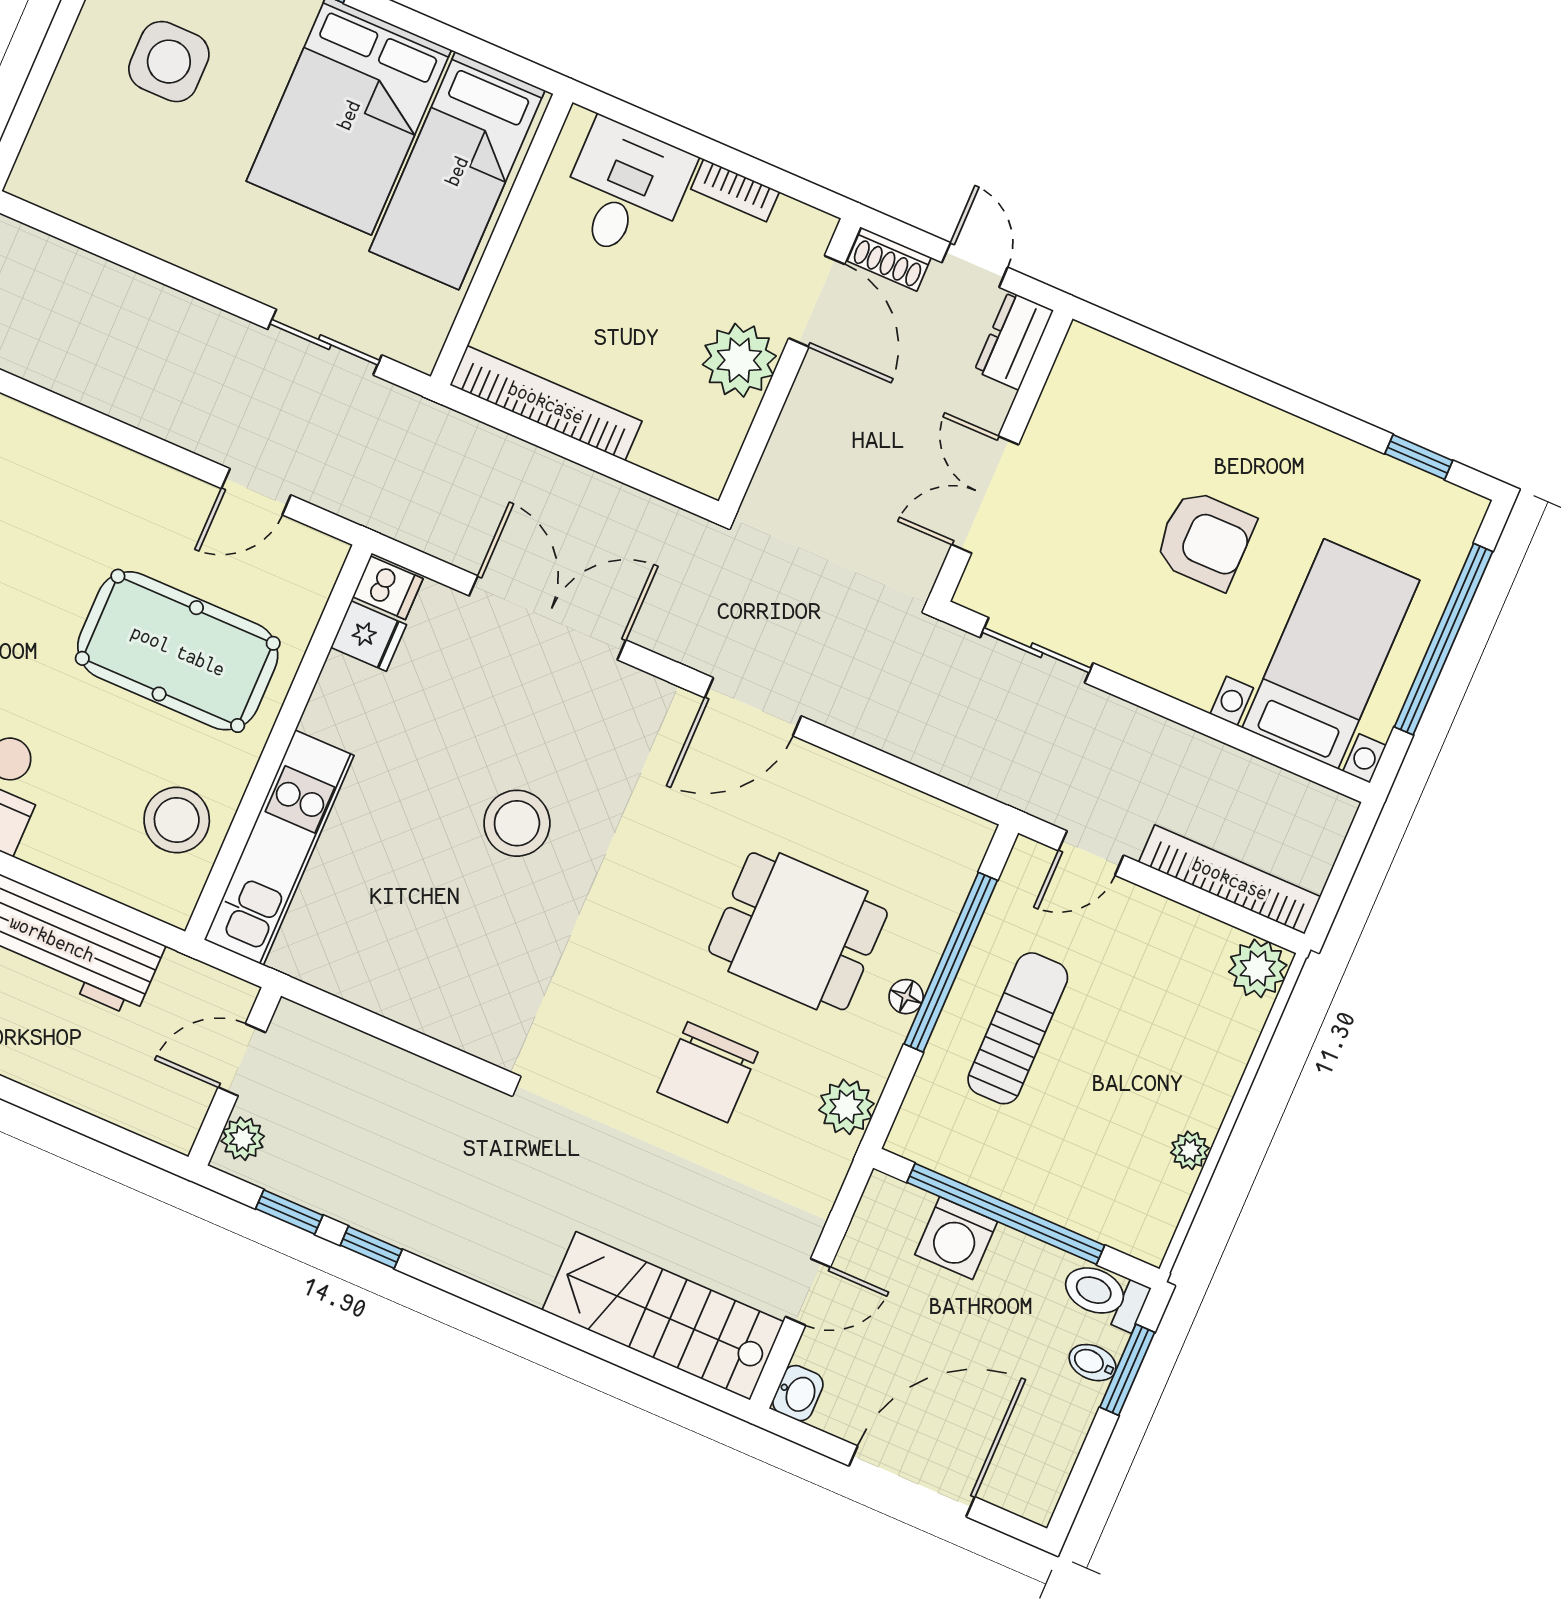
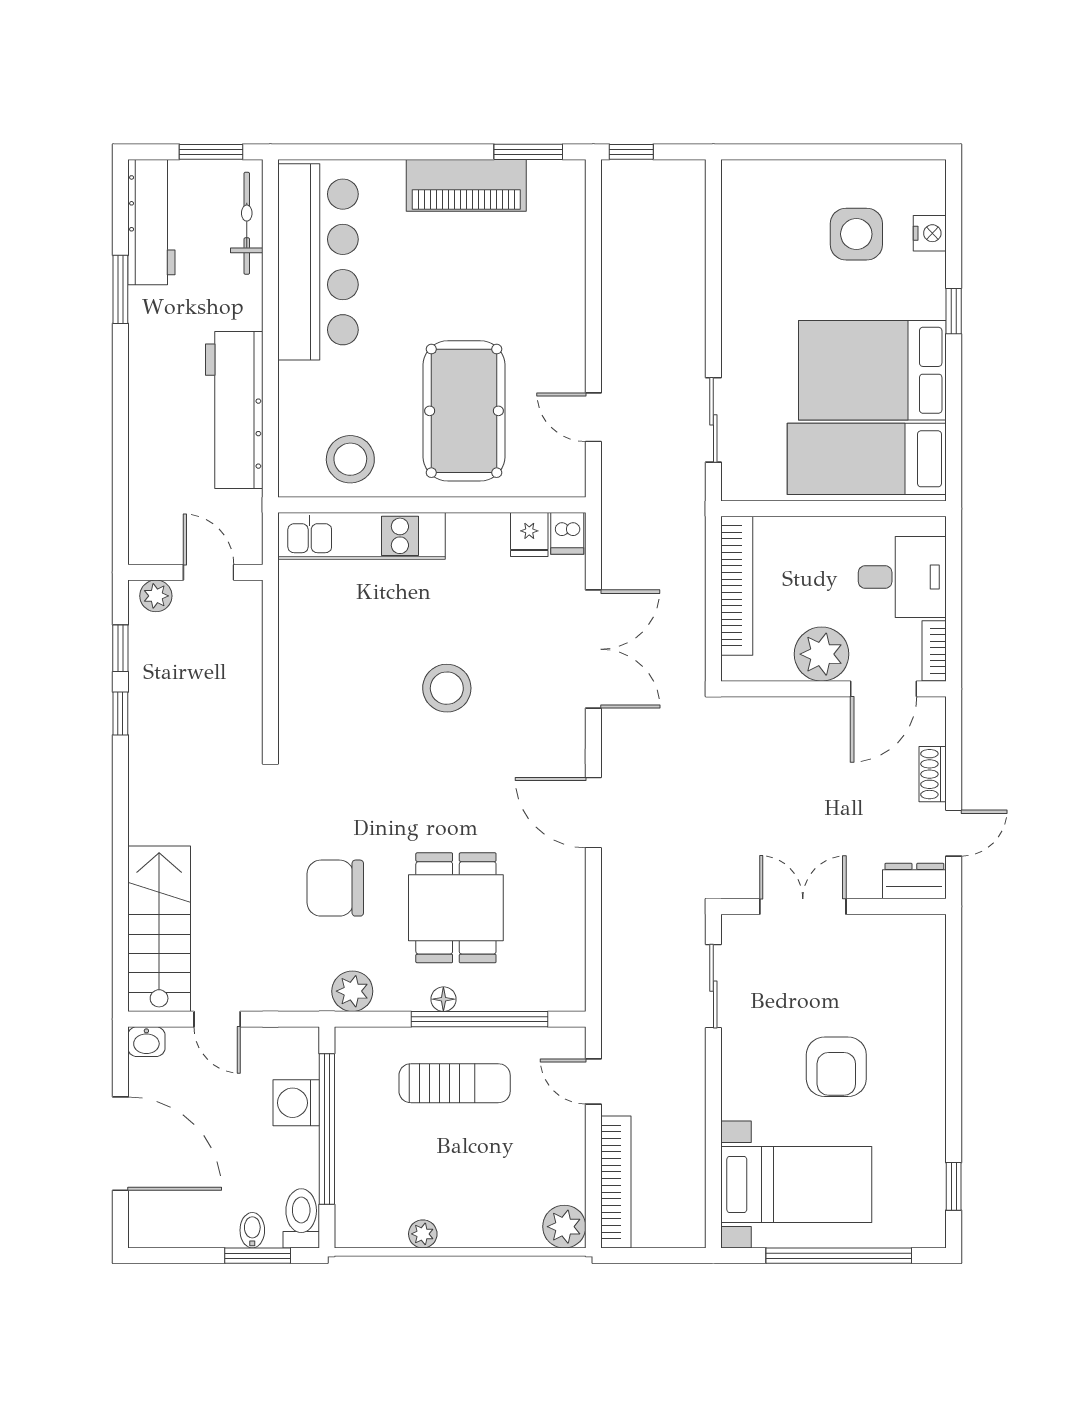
door: (817, 301) -> (884, 689), moved
plant: (739, 360) -> (822, 654), moved
wall: (789, 364) -> (834, 689), moved

